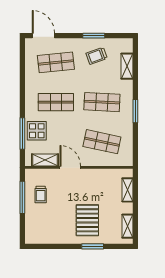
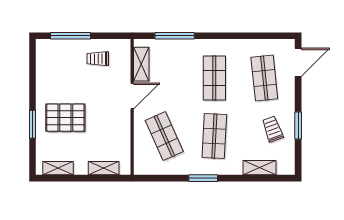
display table: (37, 131) -> (178, 54), removed
shop shelf: (102, 142) -> (164, 136), turned -36
window: (22, 197) -> (71, 36), moved

